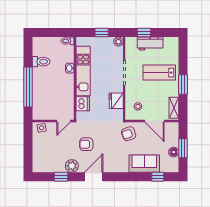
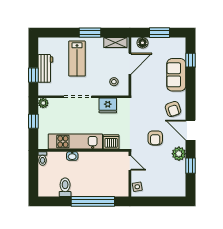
armchair: (129, 134) -> (173, 109), moved
floor lamp: (174, 152) -> (142, 43), moved

